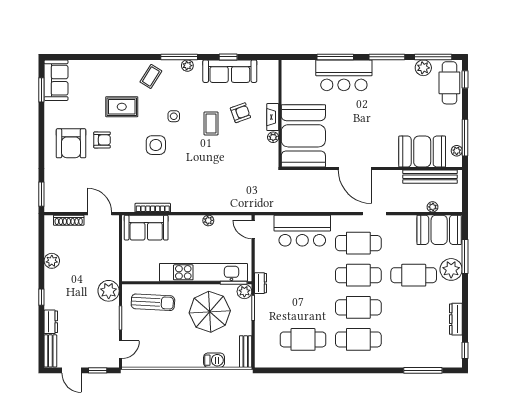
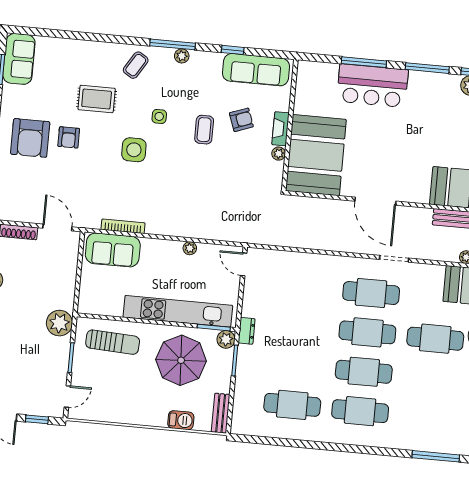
sofa: (230, 71) -> (256, 70), moved
armchair: (102, 140) -> (69, 137), turned 90
bar counter: (302, 231) -> (304, 271), removed

